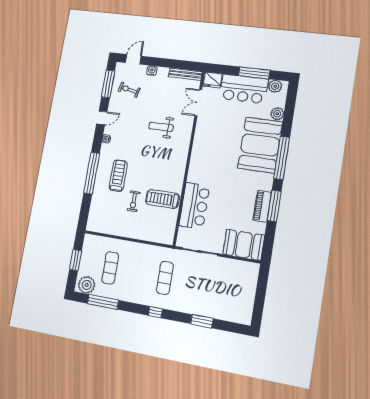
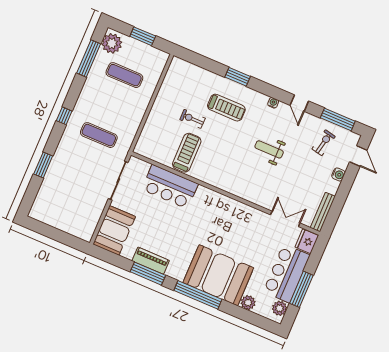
weight bench: (161, 127) -> (269, 149), moved, turned -90
window: (92, 173) -> (238, 77), width x0.47

